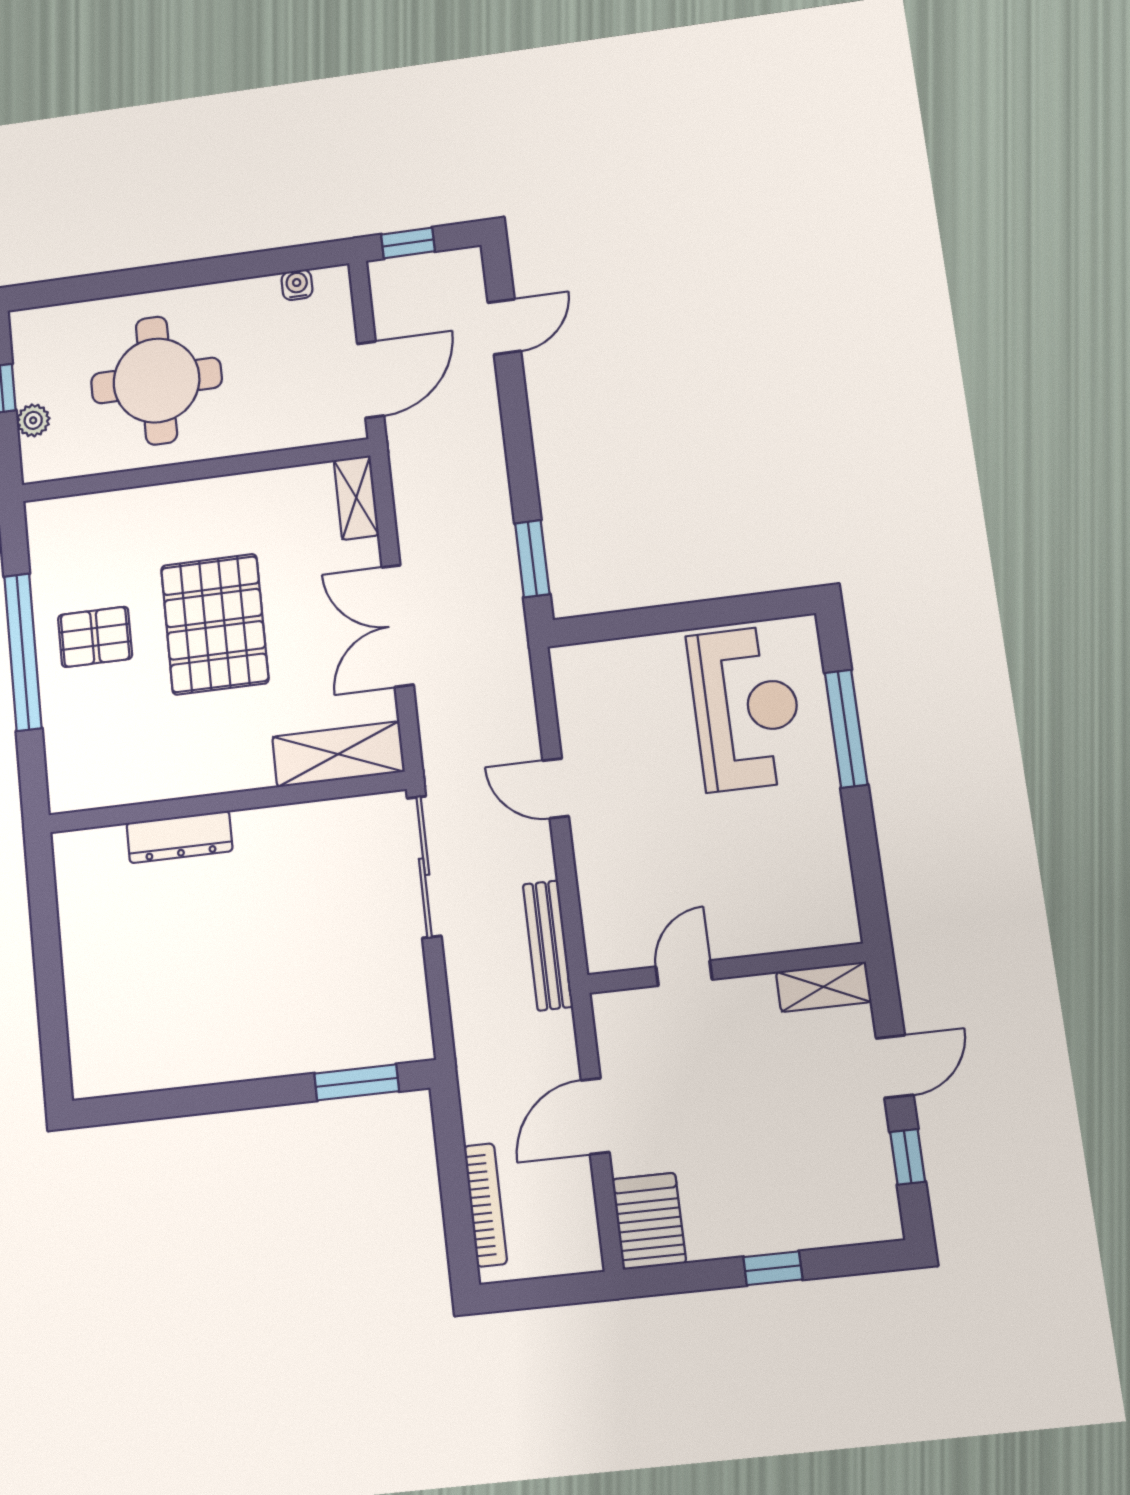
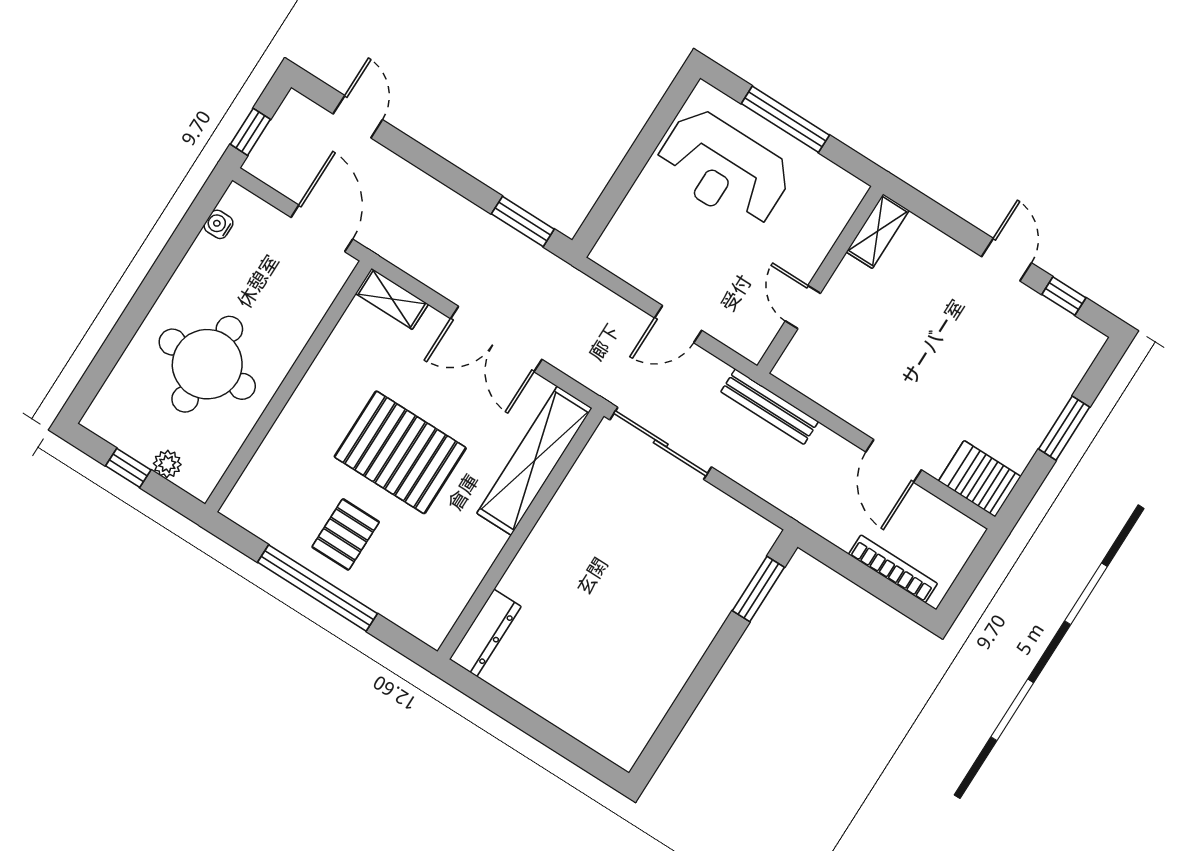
reception desk: (746, 708) -> (724, 169), turned 180
shelving: (338, 754) -> (534, 461), width x1.47
dresser: (179, 837) -> (485, 633), moved
wall: (726, 968) -> (820, 280), moved
door: (684, 973) -> (803, 307), moved
shelving: (823, 987) -> (878, 231), moved
window: (773, 1268) -> (1064, 428), width x1.50

